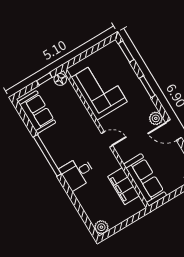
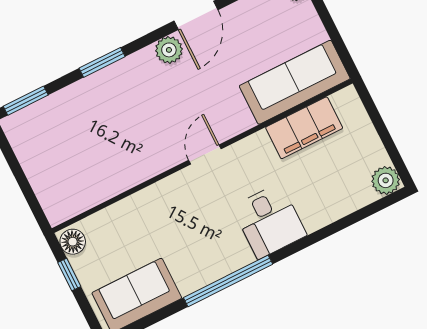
corner sofa: (99, 90) -> (100, 163), removed

